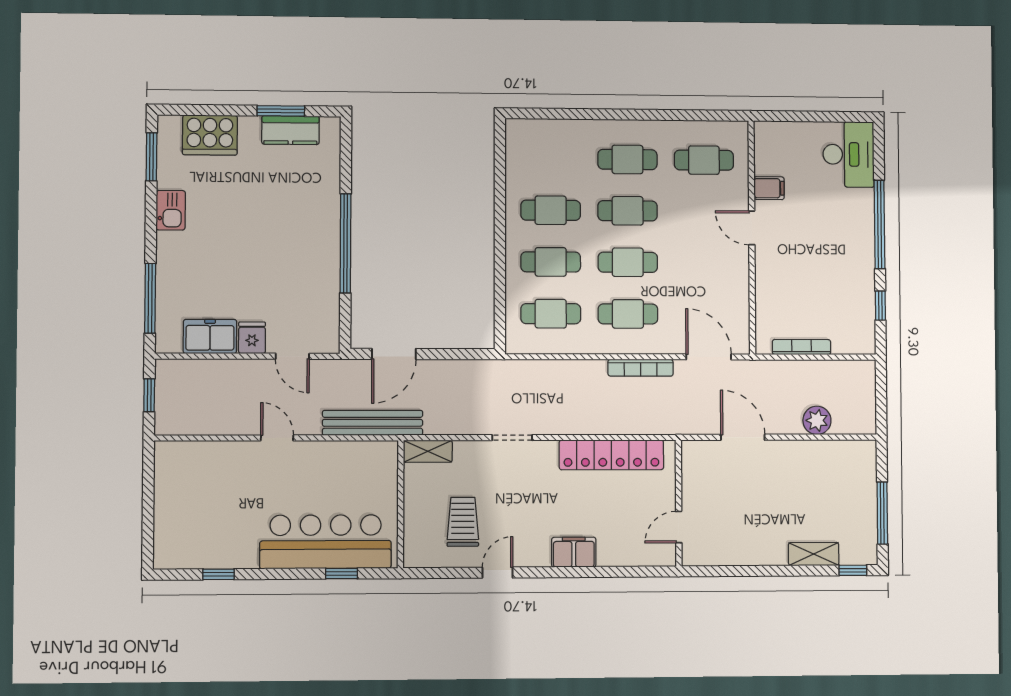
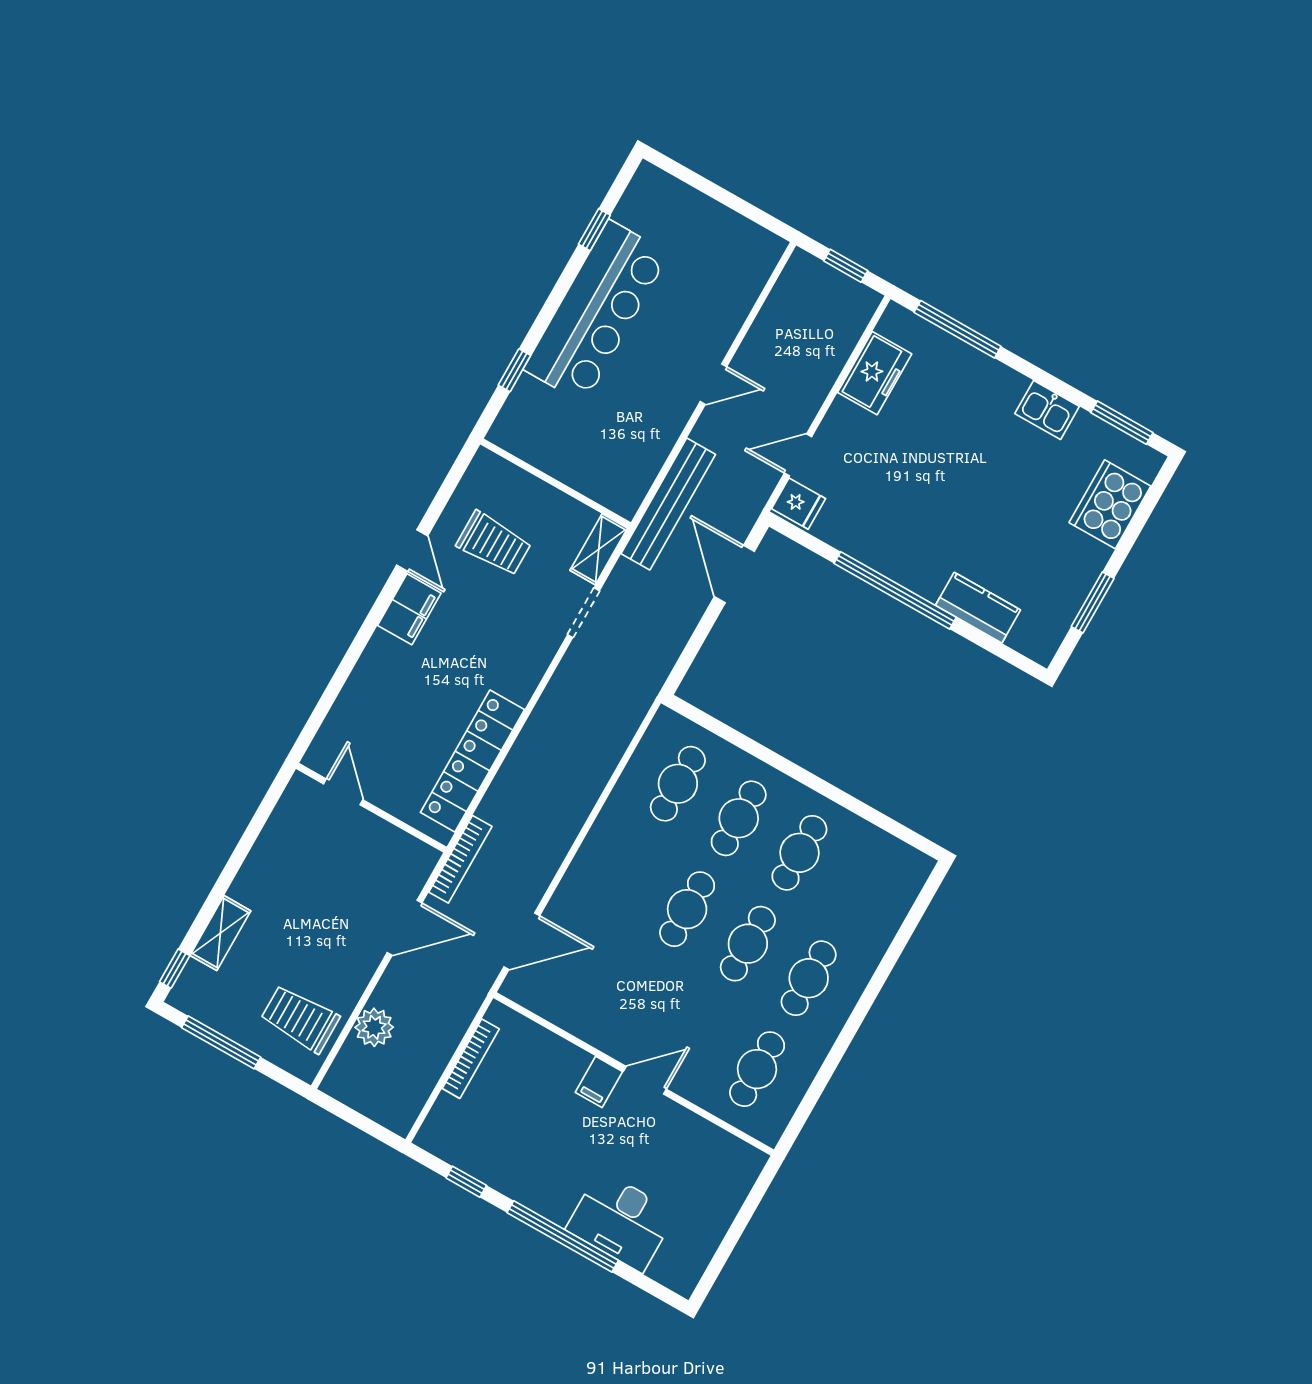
kitchen counter: (290, 130) -> (978, 608), moved, turned 90
desk: (849, 154) -> (621, 1221), moved
filing cabinet: (769, 188) -> (599, 1082), moved
cafe table: (628, 314) -> (626, 875), removed
fridge: (252, 338) -> (799, 504), moved
bookcase: (641, 368) -> (460, 859), moved, turned 180
doorway: (512, 438) -> (584, 613), moved
trolley: (839, 471) -> (300, 1019), added
bar counter: (326, 542) -> (596, 312), moved
filing cabinet: (574, 552) -> (409, 609), moved

